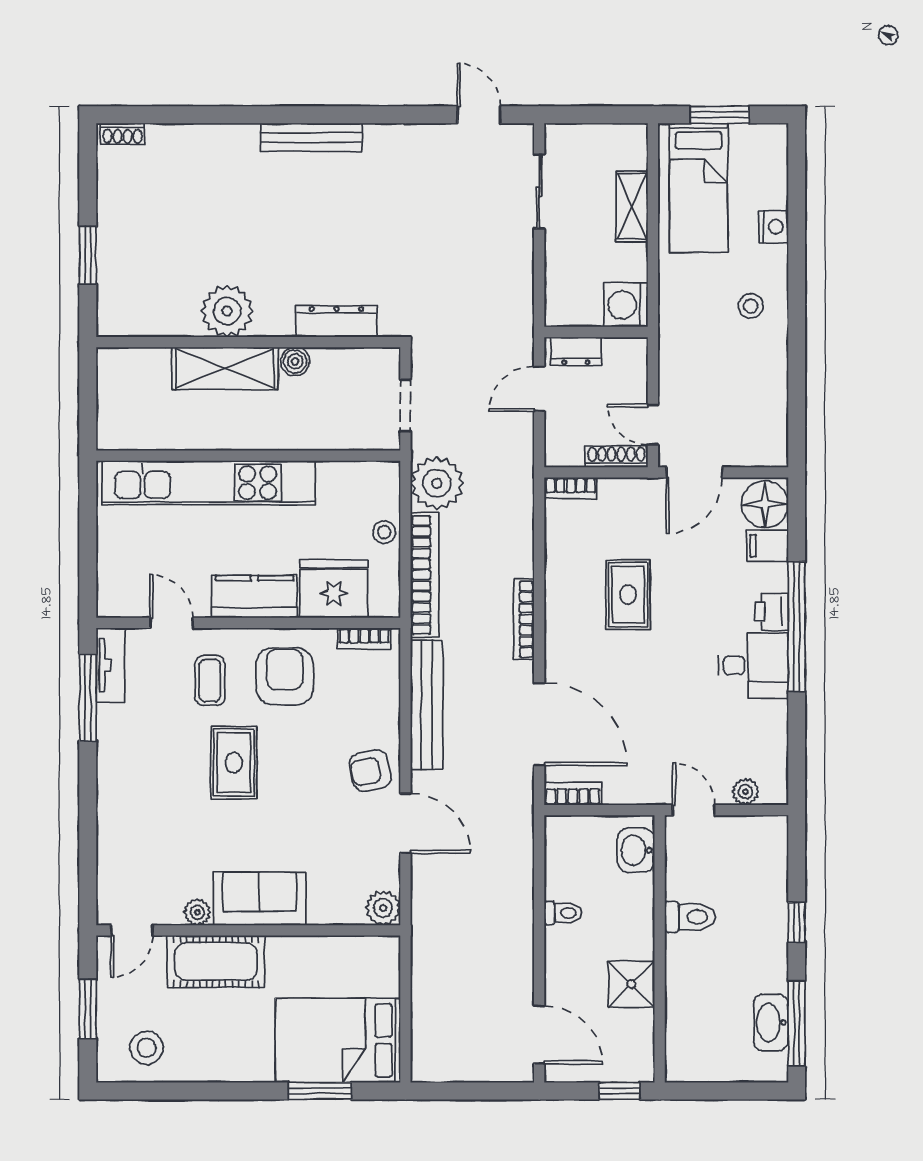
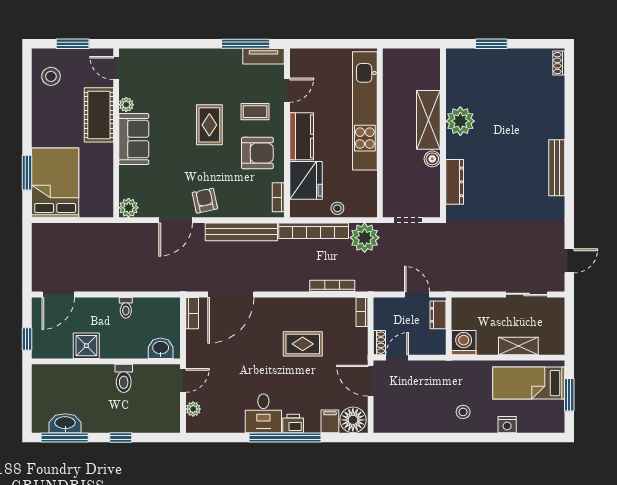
shoe rack: (616, 457) -> (379, 343), width x0.70
bookcase: (524, 619) -> (332, 286), moved
rug: (234, 763) -> (209, 125), turned 90

